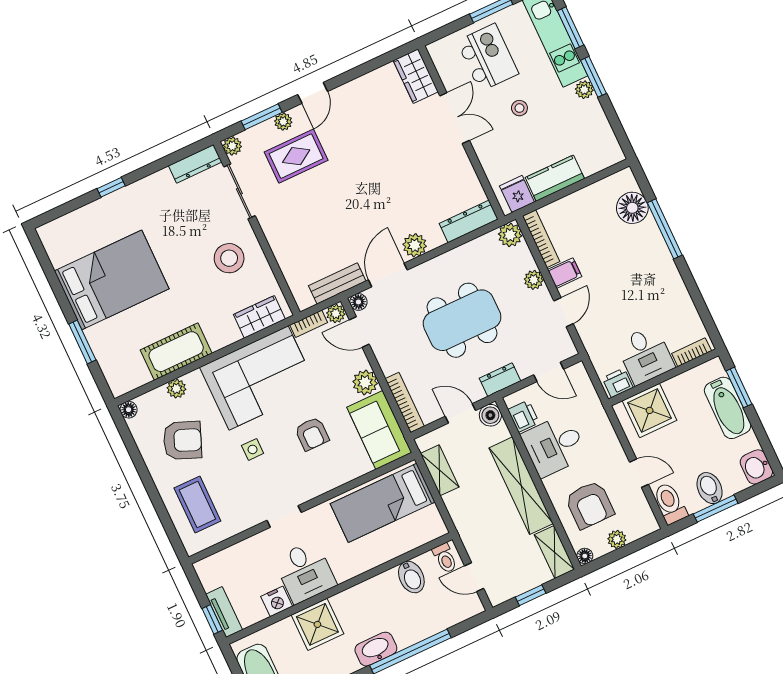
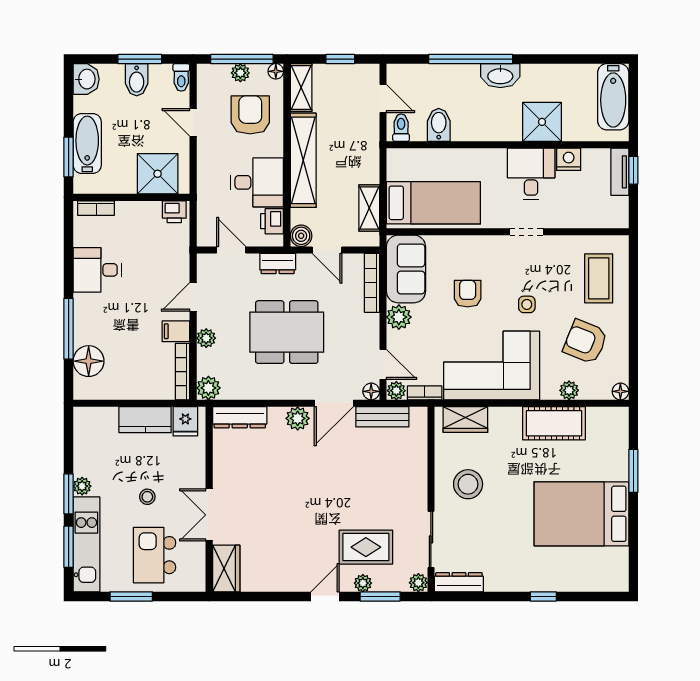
desk: (645, 355) -> (97, 270), moved, turned -90
toilet: (670, 503) -> (181, 77), width x0.73, depth x0.72
window: (621, 553) -> (242, 59), added

